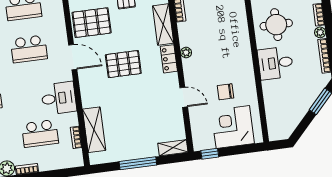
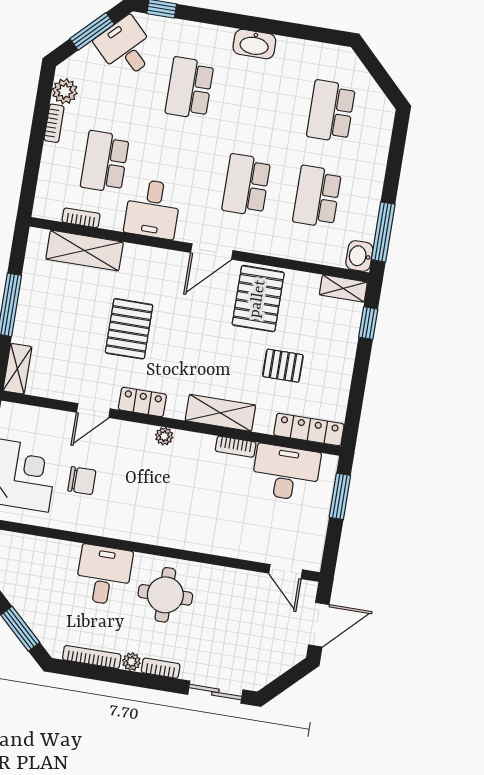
locker: (169, 59) -> (142, 402), moved
pallet: (123, 64) -> (129, 329), moved
chair: (226, 92) -> (82, 481), turned 90

